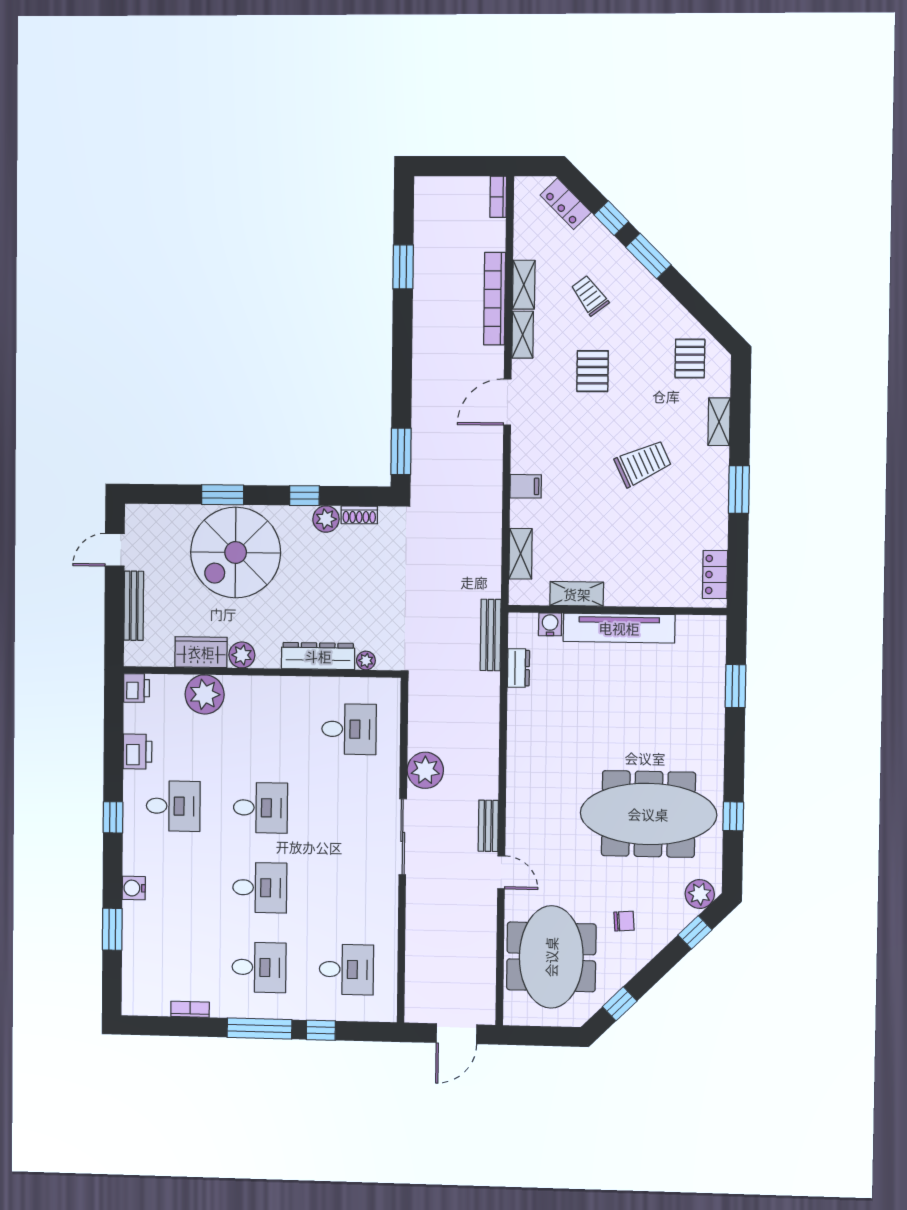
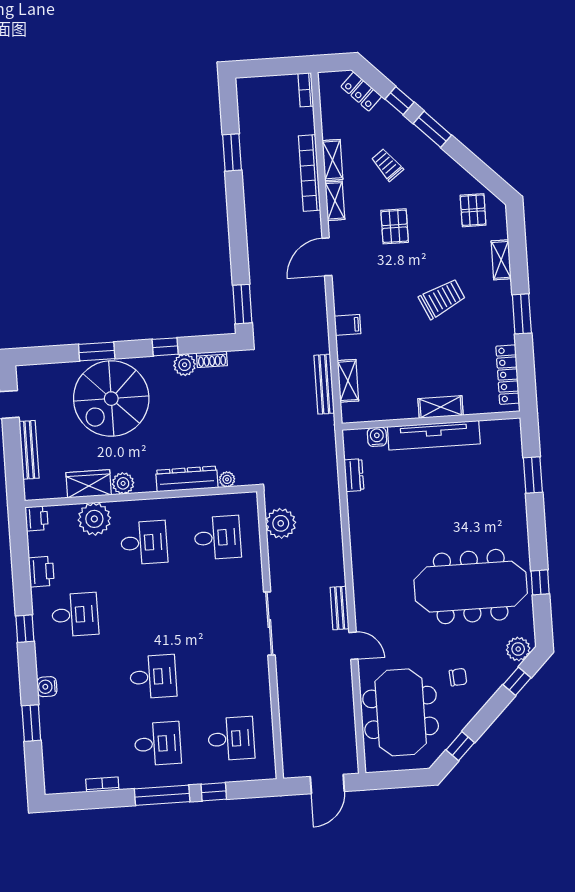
locker: (715, 575) -> (508, 375), width x1.53
shelving: (577, 594) -> (441, 407), moved
bench: (491, 635) -> (324, 384), moved
plant: (425, 770) -> (281, 523), moved
desk: (260, 808) -> (144, 543), moved

